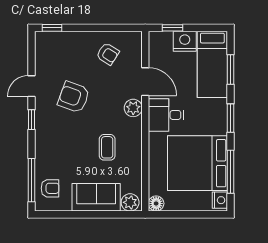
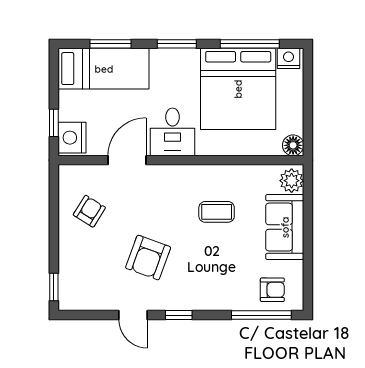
nightstand: (185, 41) -> (72, 138), moved
plant: (133, 108) -> (163, 176), removed
armchair: (50, 188) -> (272, 290), turned 90

